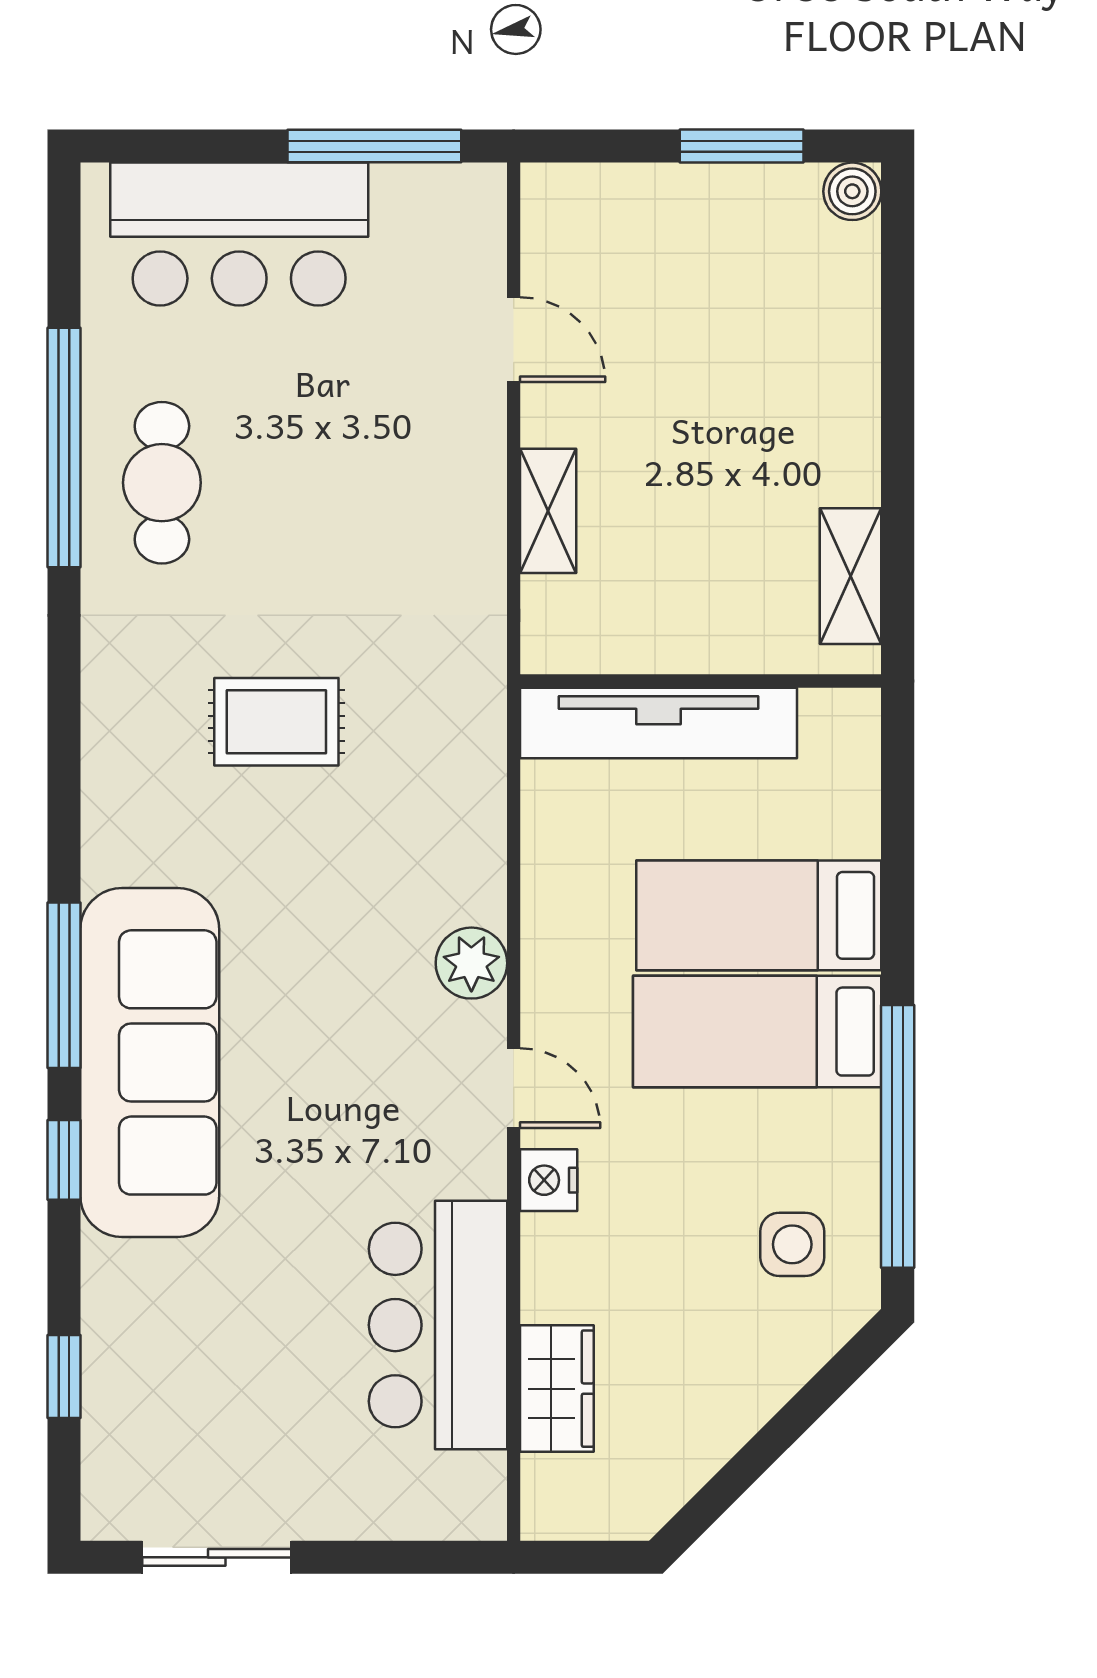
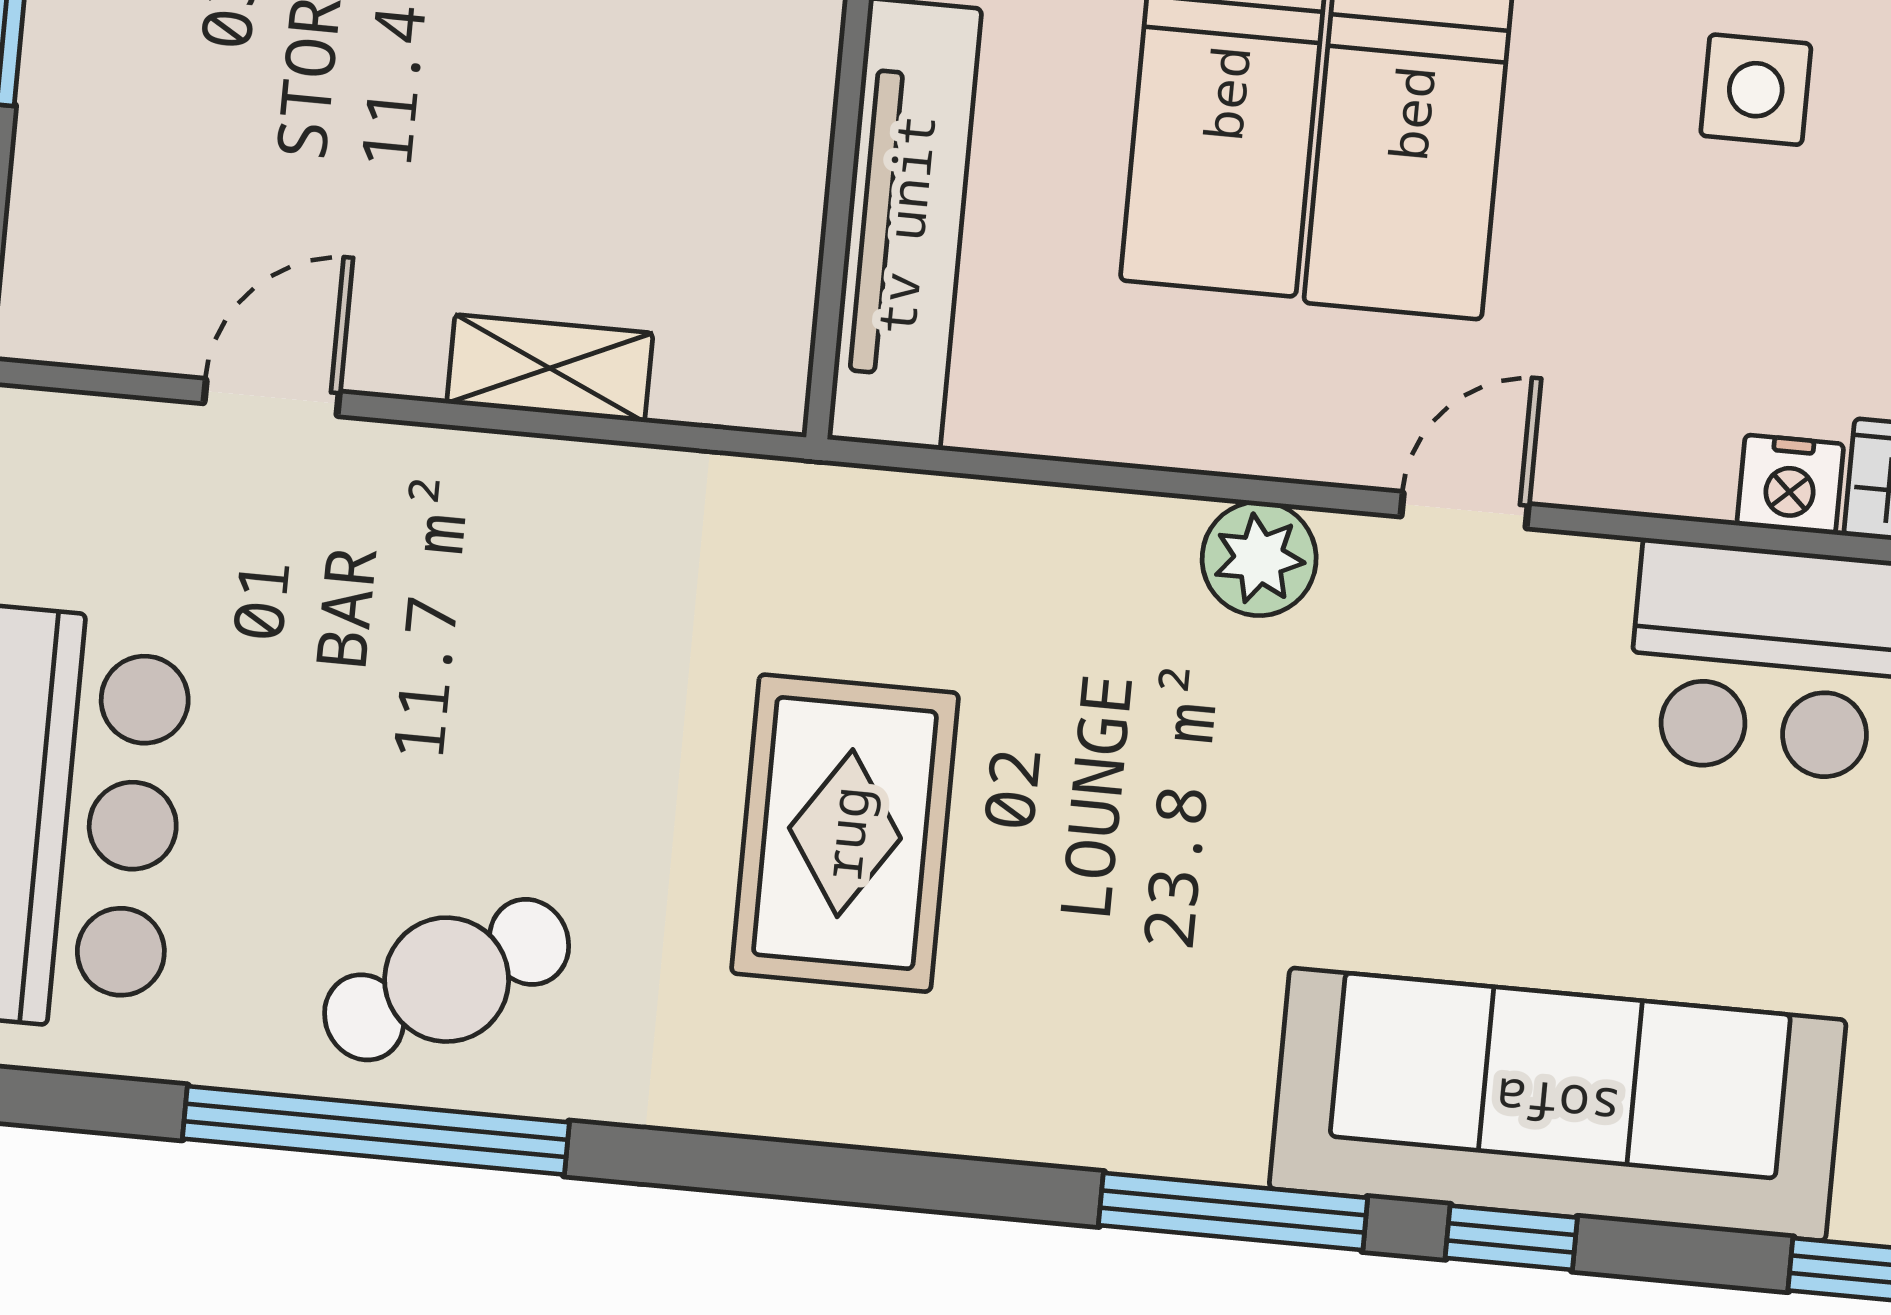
cafe table: (162, 483) -> (447, 980), turned -30
rug: (276, 722) -> (845, 833), width x1.36, depth x1.43
sofa: (150, 1062) -> (1558, 1104), moved
nightstand: (549, 1180) -> (1790, 485), moved

